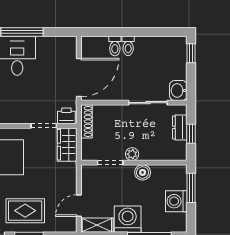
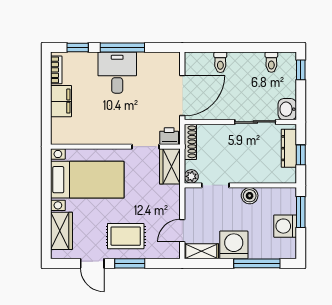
toilet: (128, 46) -> (271, 62), moved
dresser: (180, 127) -> (289, 148), width x1.44
plant: (132, 154) -> (191, 176), moved

